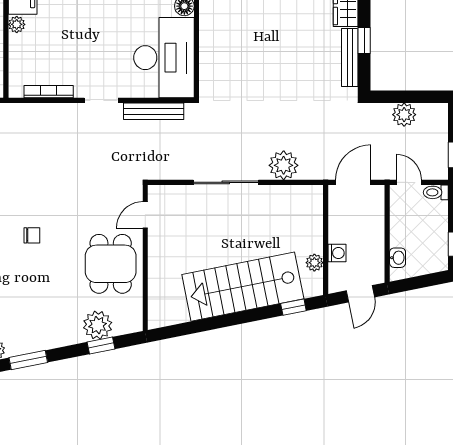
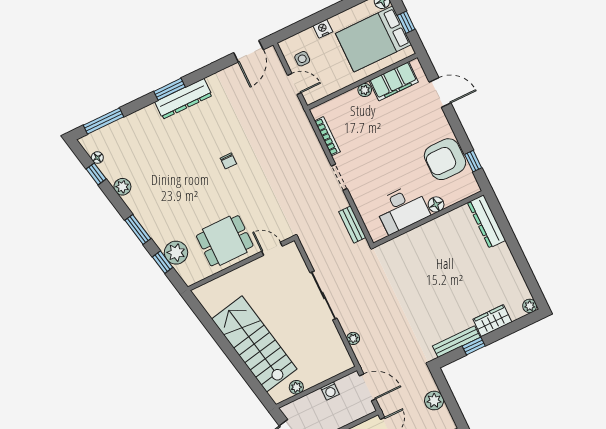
desk: (164, 58) -> (402, 209), width x0.73, depth x0.77
bench: (154, 111) -> (352, 225), width x0.73
plant: (284, 165) -> (353, 338), width x0.53, depth x0.53
chair: (32, 235) -> (228, 161), moved
washing machine: (337, 253) -> (330, 391), moved
window: (293, 307) -> (257, 388), removed
window: (28, 360) -> (138, 229), moved

